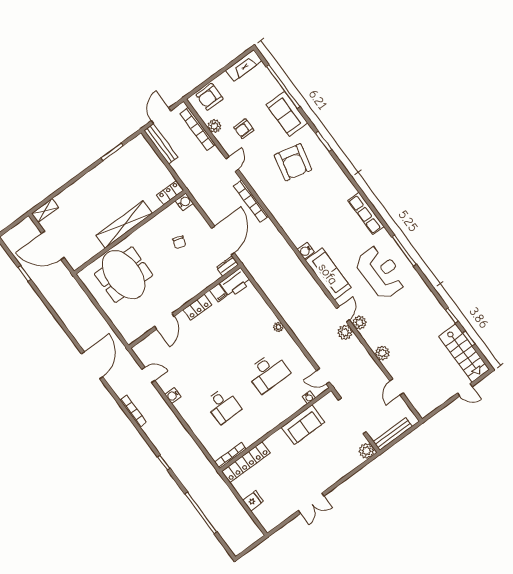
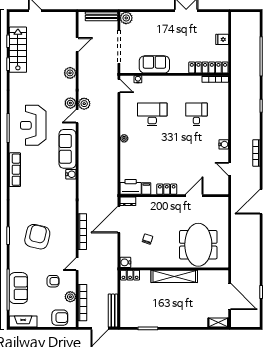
sofa: (287, 114) -> (18, 288), moved
stairs: (464, 353) -> (18, 50), moved

